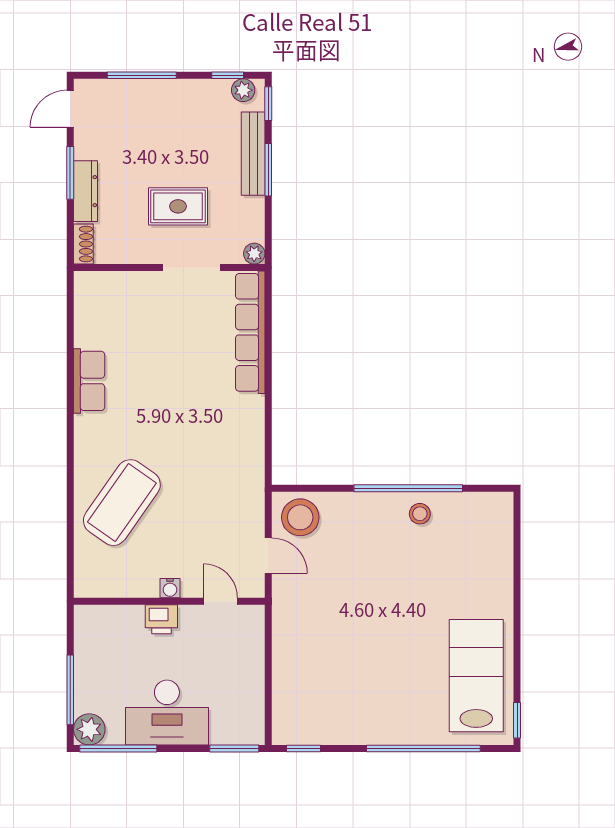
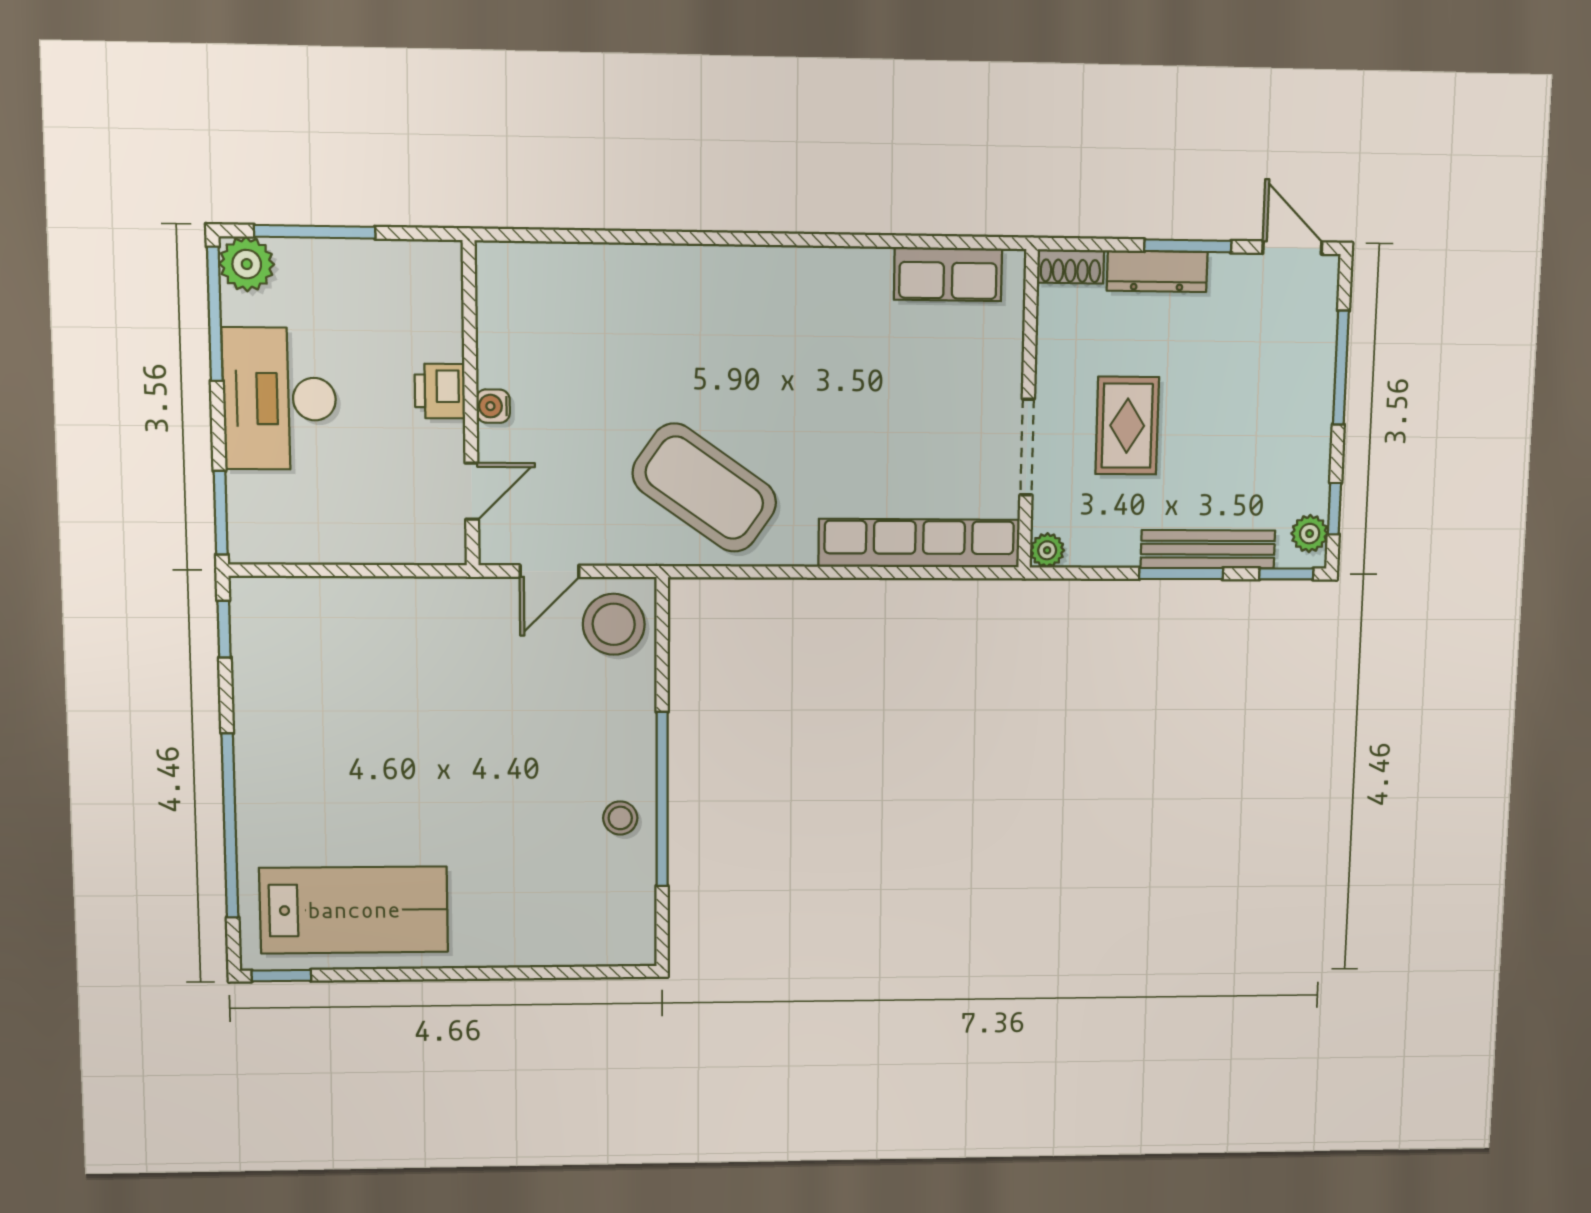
row of seats: (89, 381) -> (948, 274), moved
coffee table: (122, 503) -> (704, 488), moved

